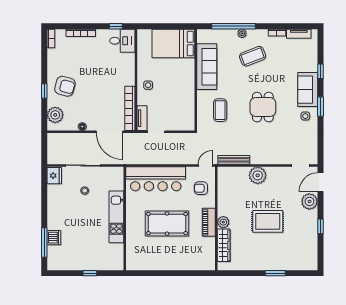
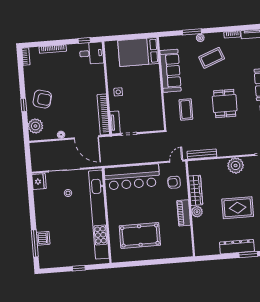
window: (233, 26) -> (192, 32), width x0.47
plant: (258, 175) -> (236, 166), moved
kitchen unit: (116, 217) -> (99, 215), width x1.86
pool table: (167, 224) -> (140, 236), moved
wardrobe: (224, 245) -> (196, 190), moved
dresser: (264, 264) -> (237, 247), added

